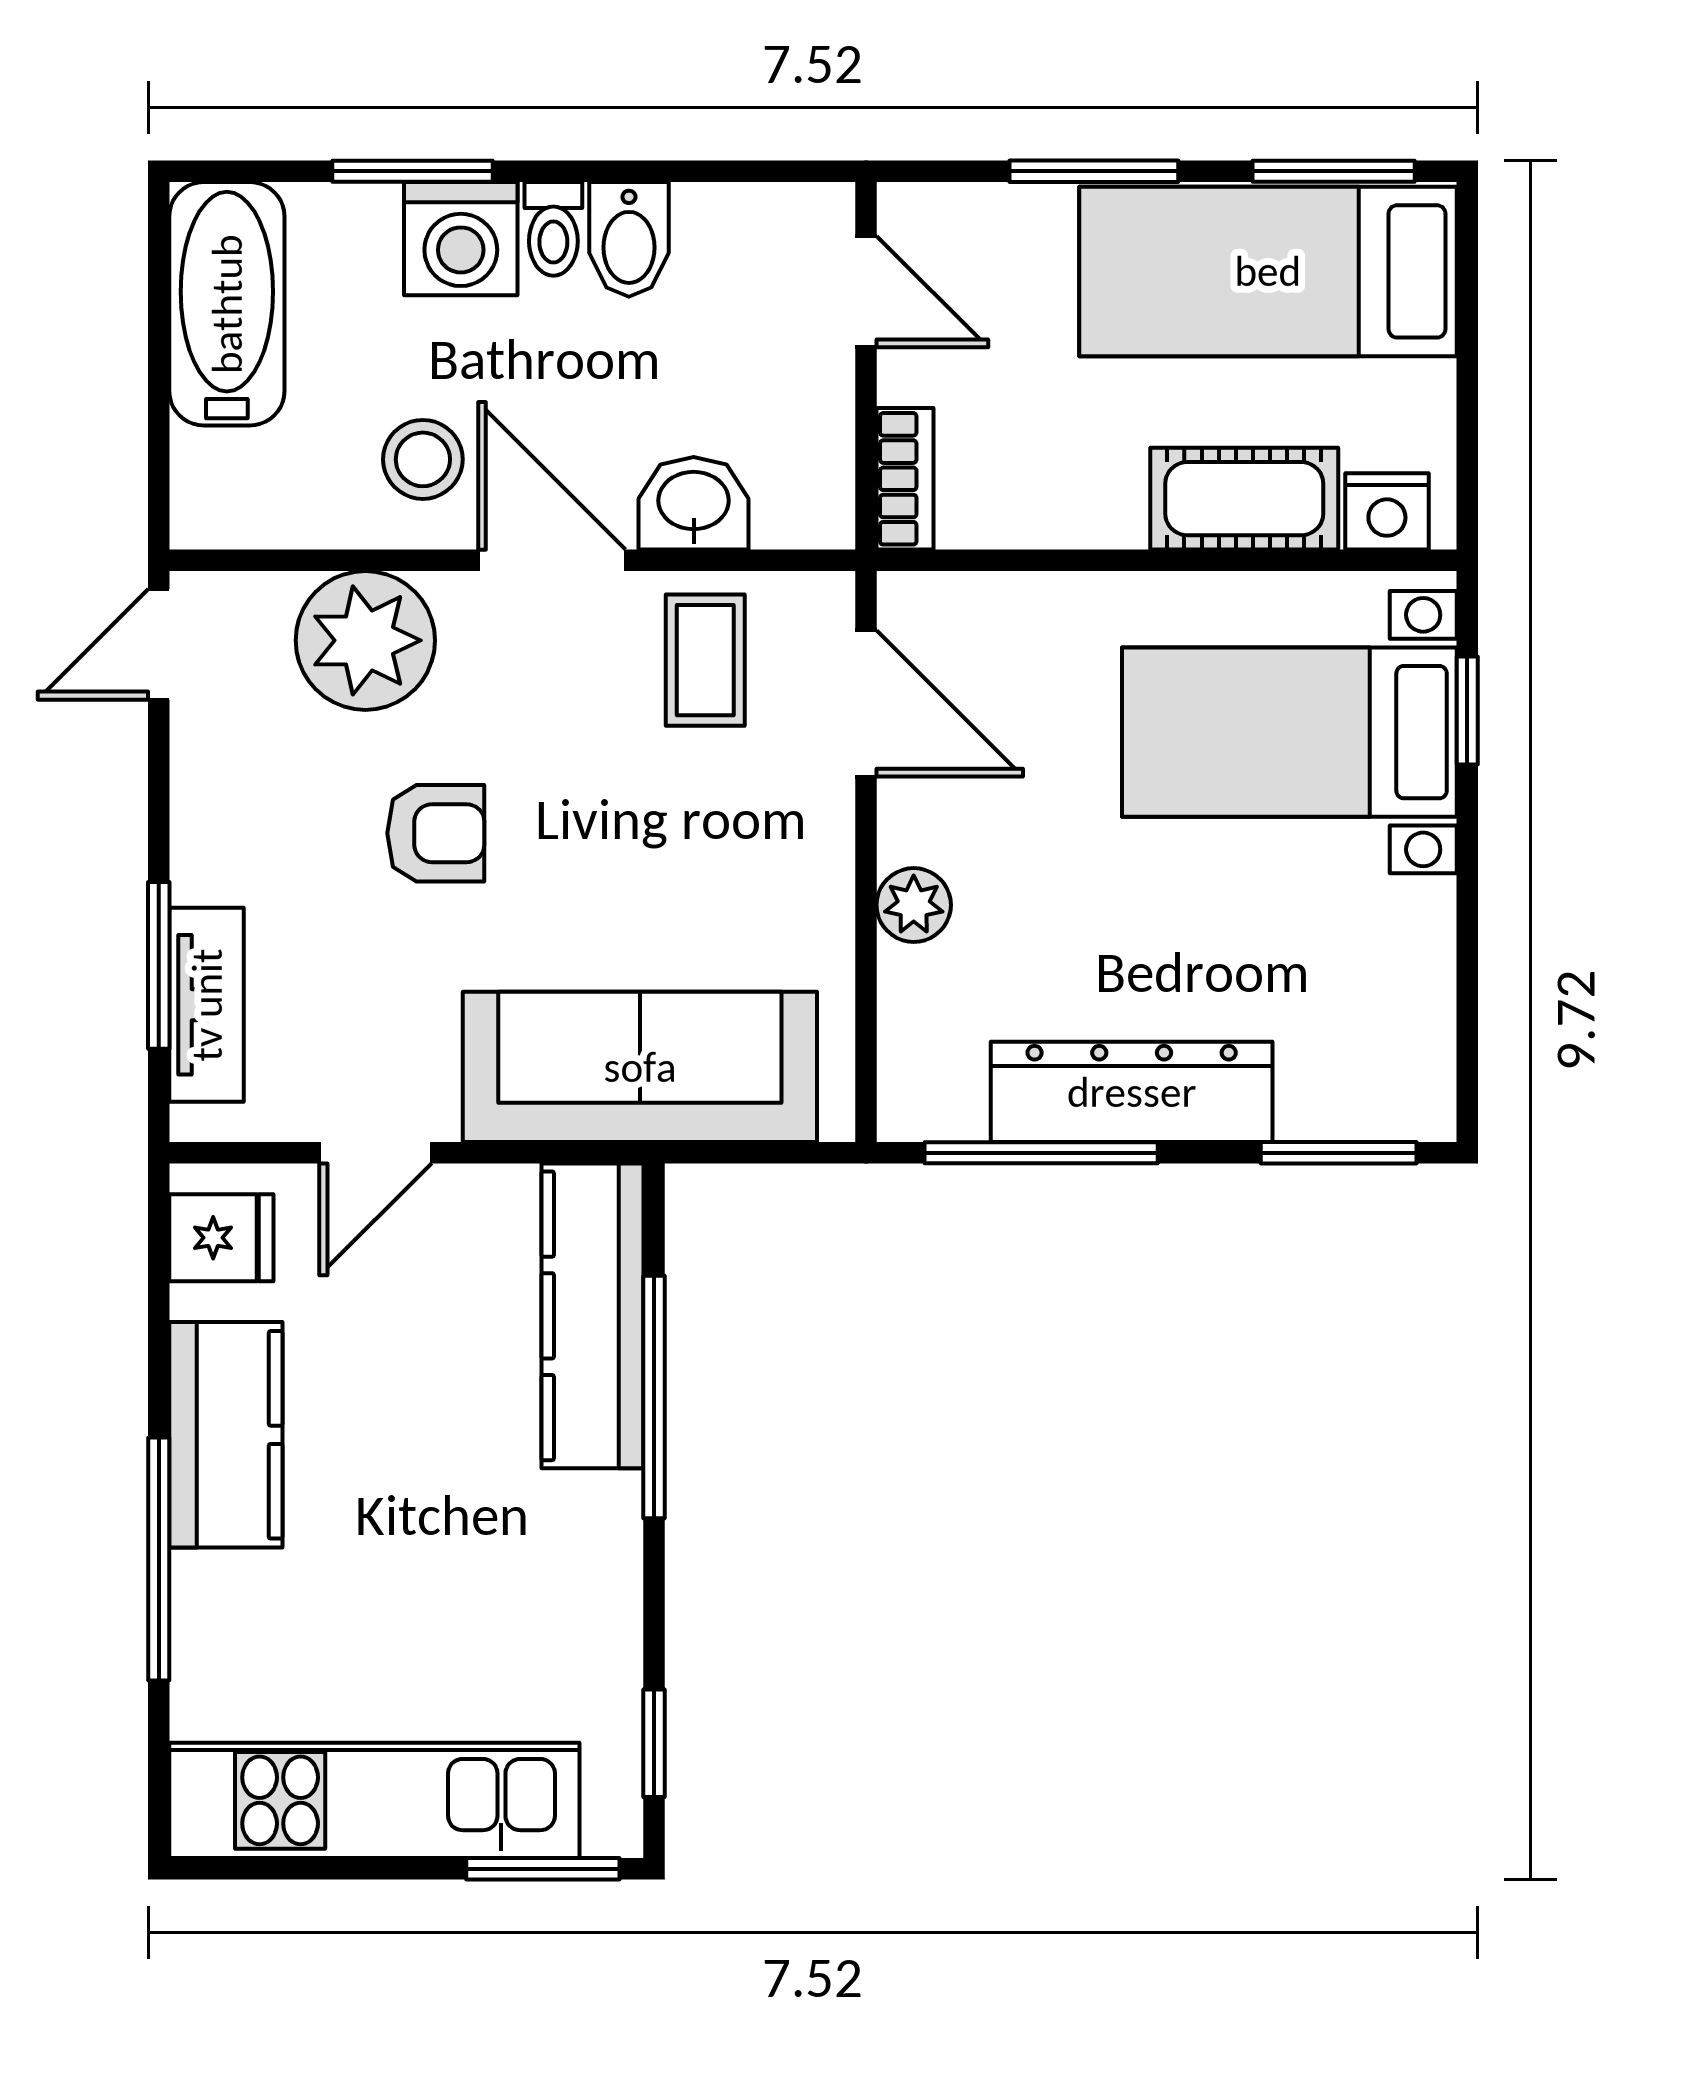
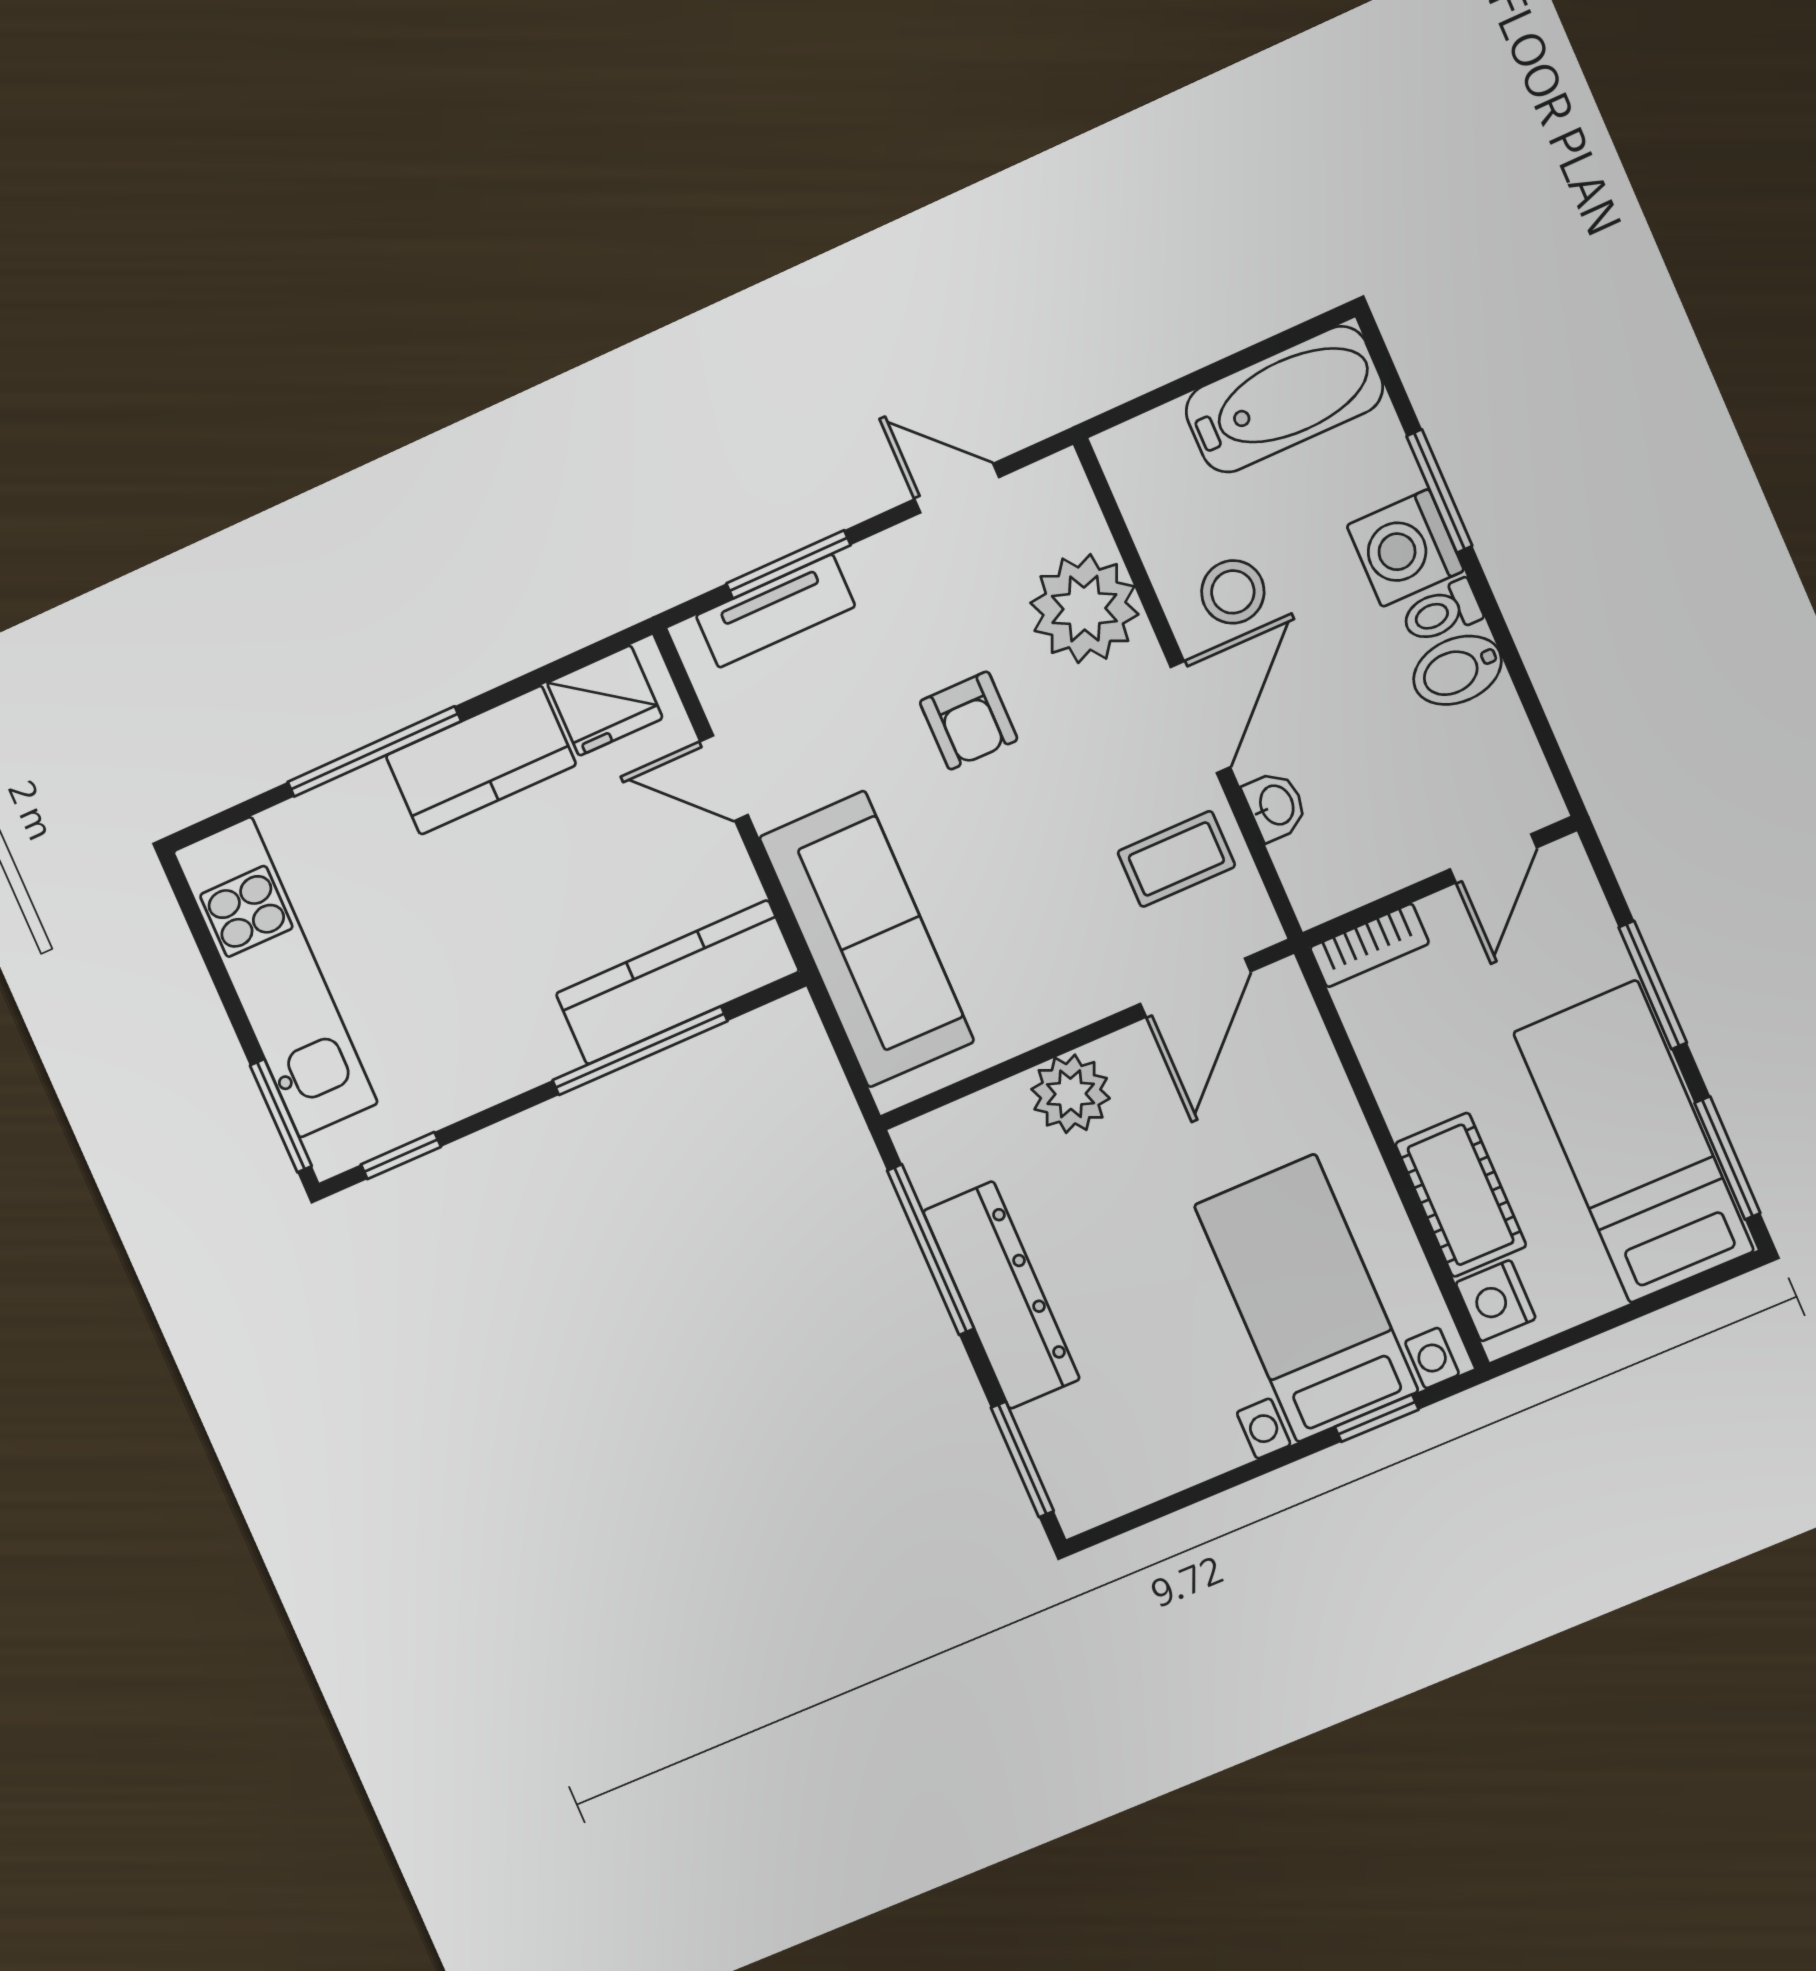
washbasin: (694, 503) -> (1275, 806), width x0.72, depth x0.69
door: (159, 644) -> (957, 488), moved
plant: (914, 905) -> (1071, 1094), width x1.38, depth x1.38
fridge: (221, 1238) -> (605, 701), width x1.38

